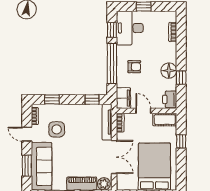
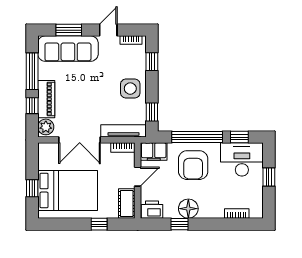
armchair: (134, 67) -> (193, 165), width x1.88, depth x1.88
side table: (57, 129) -> (130, 89), moved

